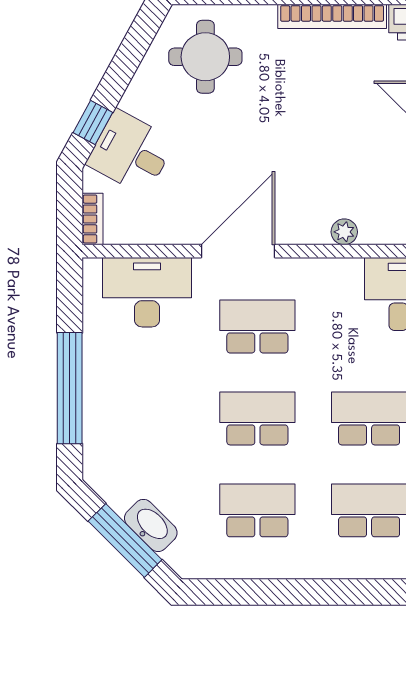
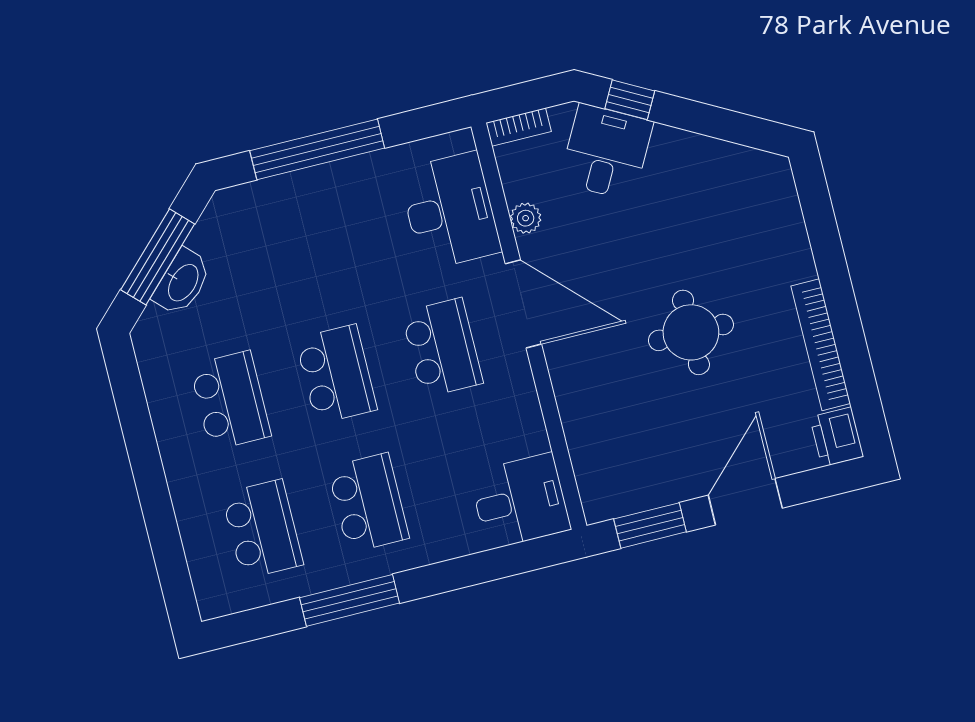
round table: (205, 57) -> (691, 332), moved
plant: (344, 232) -> (526, 218), moved

